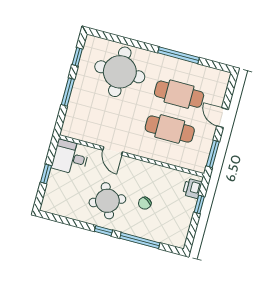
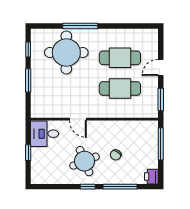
window: (179, 55) -> (80, 26), moved
door: (222, 118) -> (161, 68), hinge flipped
printer: (192, 188) -> (151, 177), moved
window: (199, 204) -> (161, 144), width x2.17

